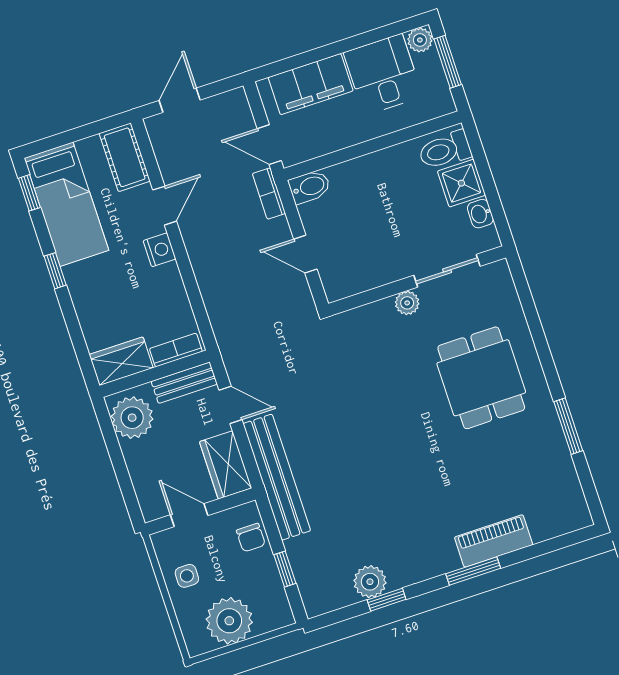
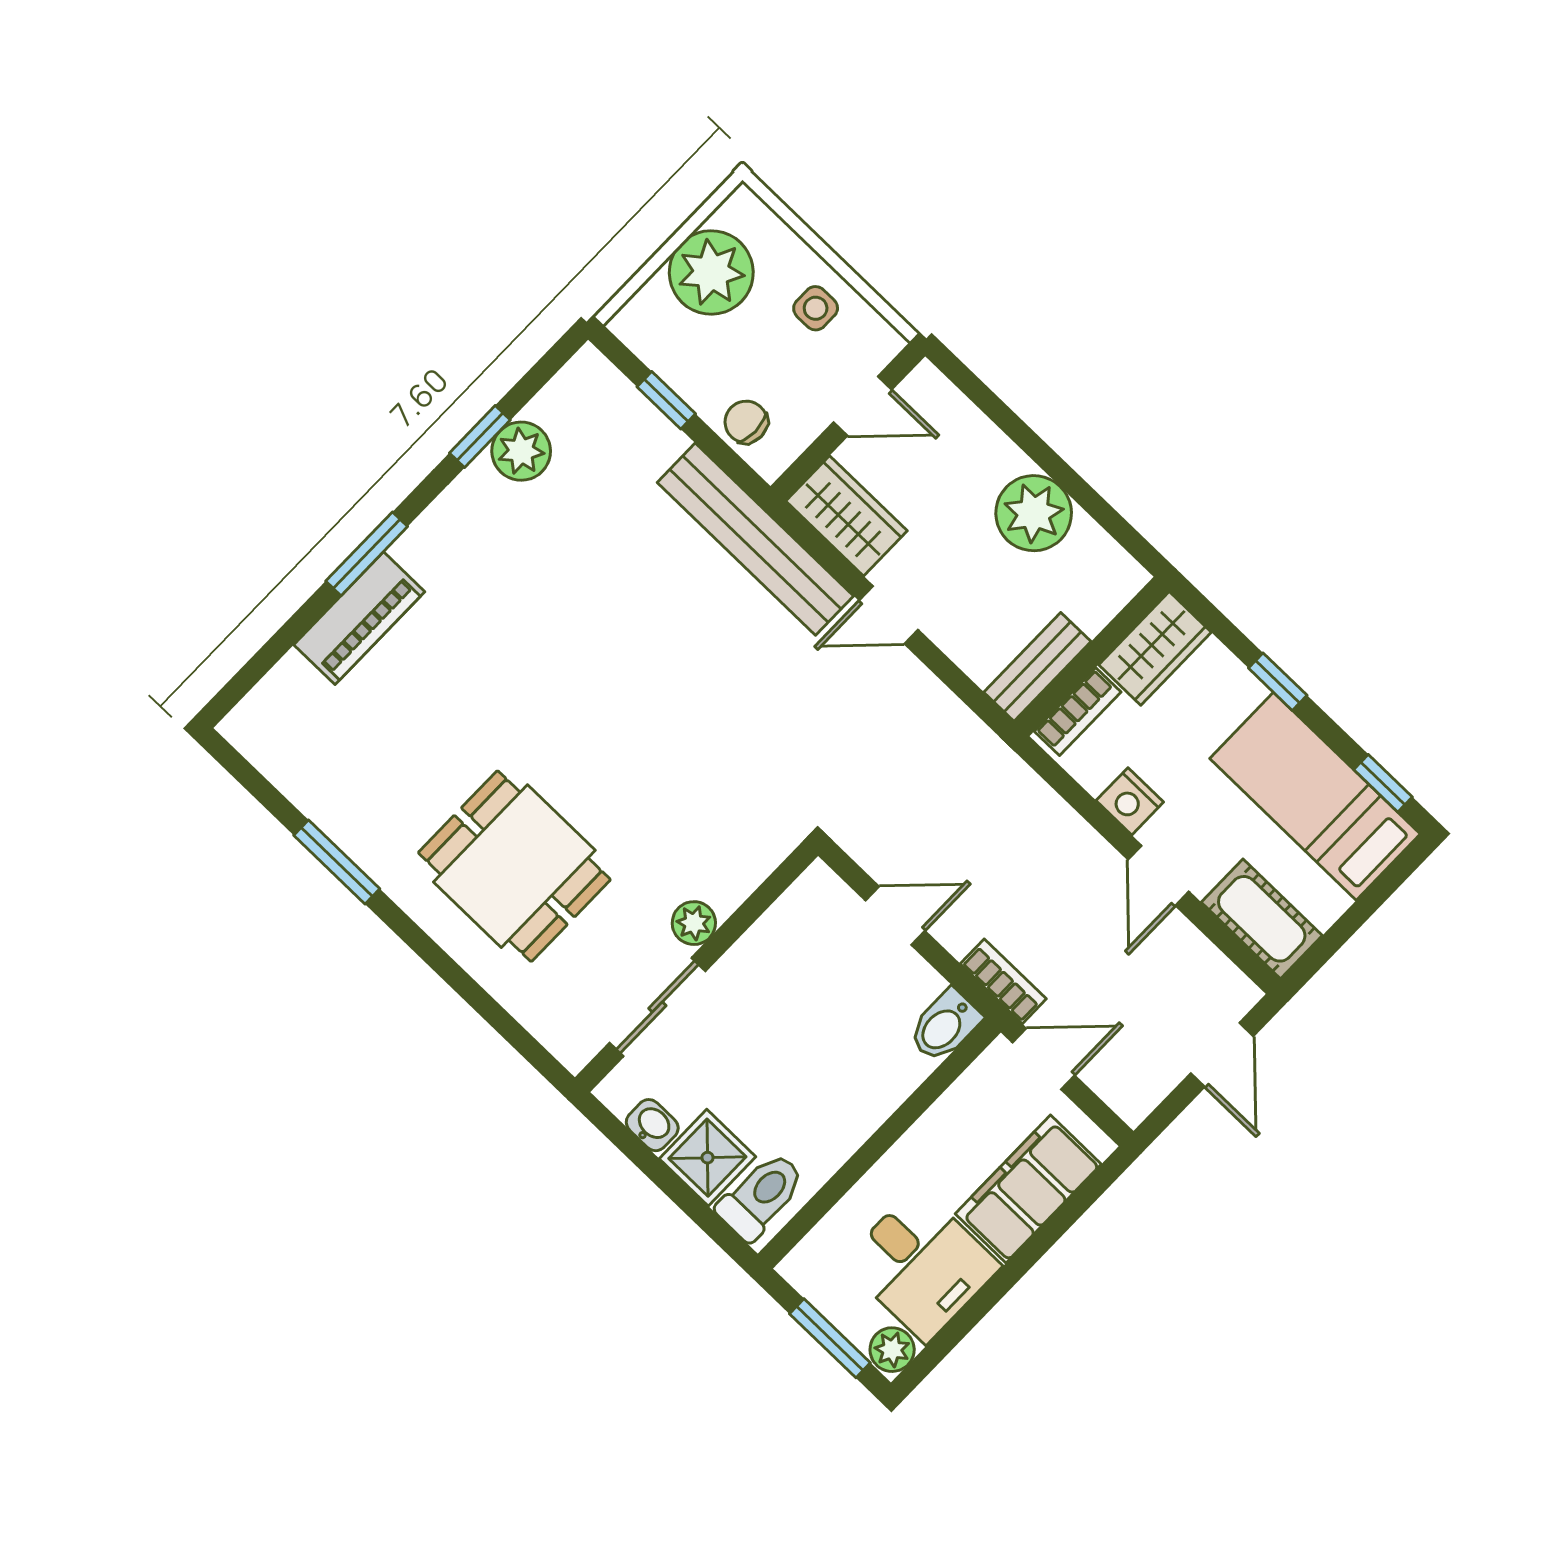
bookcase: (176, 350) -> (1078, 712), moved
wardrobe: (121, 361) -> (1155, 648), moved
wall: (155, 374) -> (1092, 656), moved
bench: (184, 383) -> (1037, 667), moved

